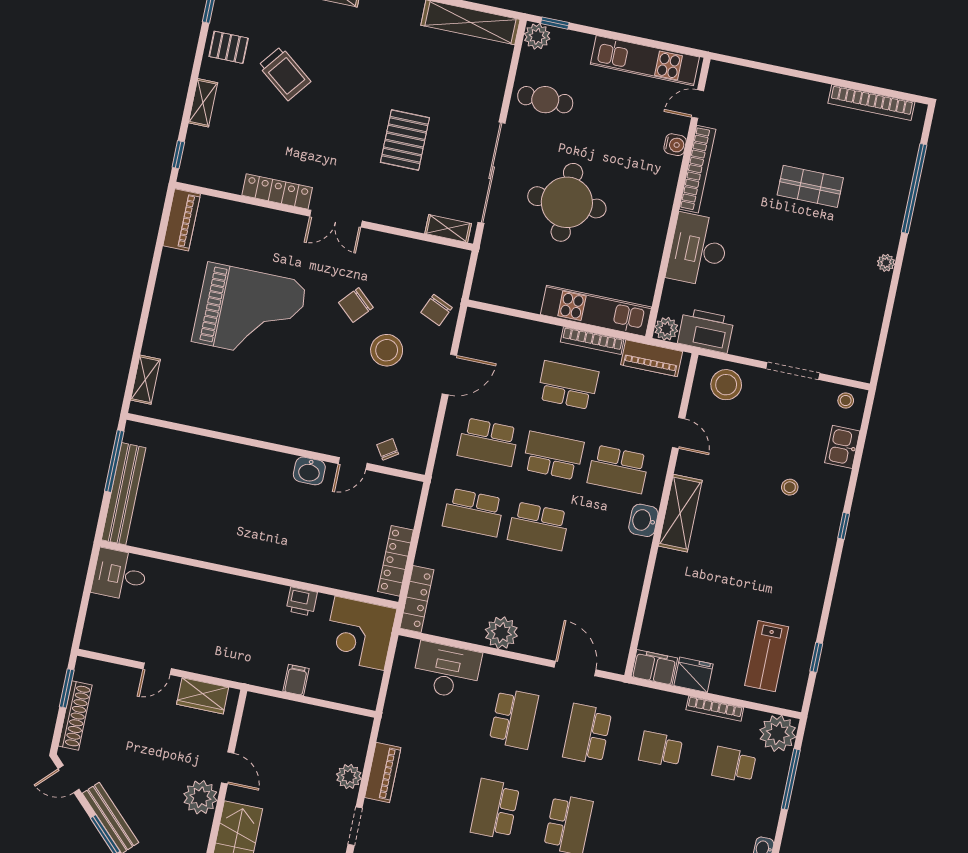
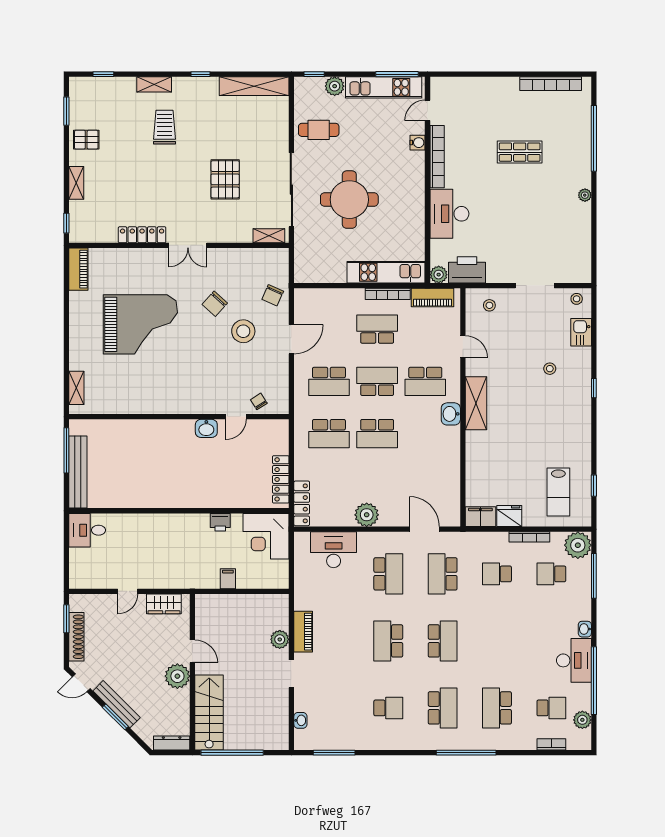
plant: (537, 36) -> (335, 86), moved
window: (667, 46) -> (397, 74), added
trolley: (285, 73) -> (165, 127), moved, turned -128
stool: (726, 385) -> (489, 305), width x0.53, depth x0.53

